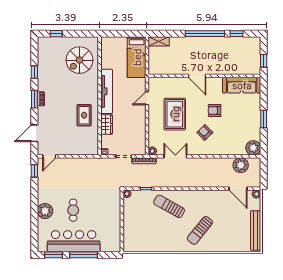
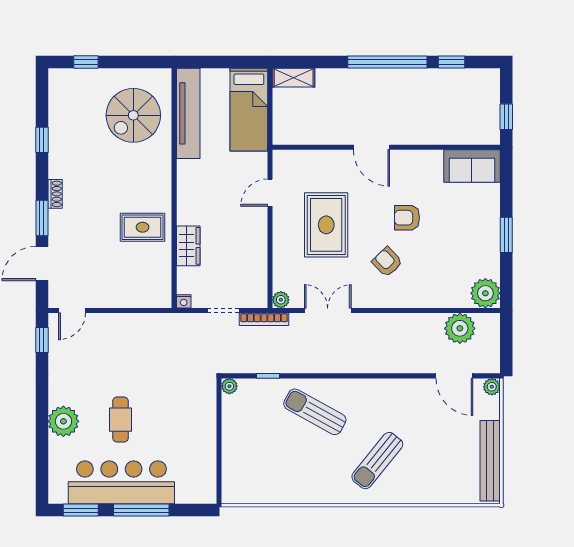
sofa: (242, 85) -> (472, 166), width x0.73
tv unit: (107, 91) -> (188, 113), moved
window: (34, 99) -> (42, 218), moved
rug: (84, 115) -> (143, 227), turned 90

